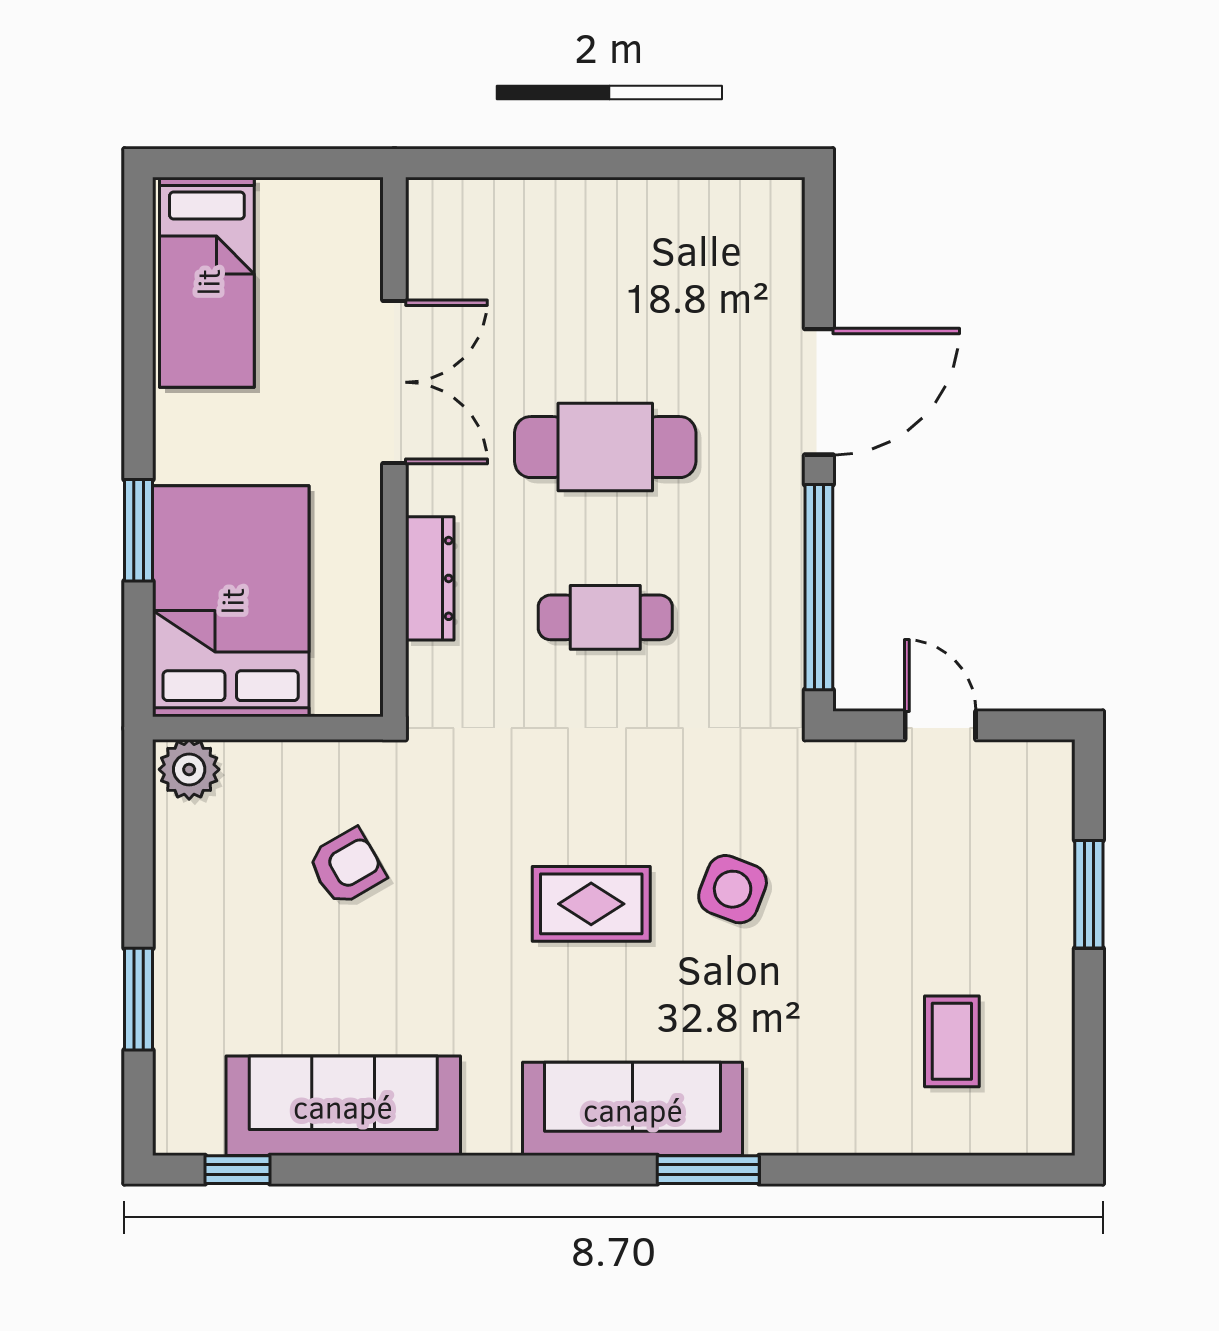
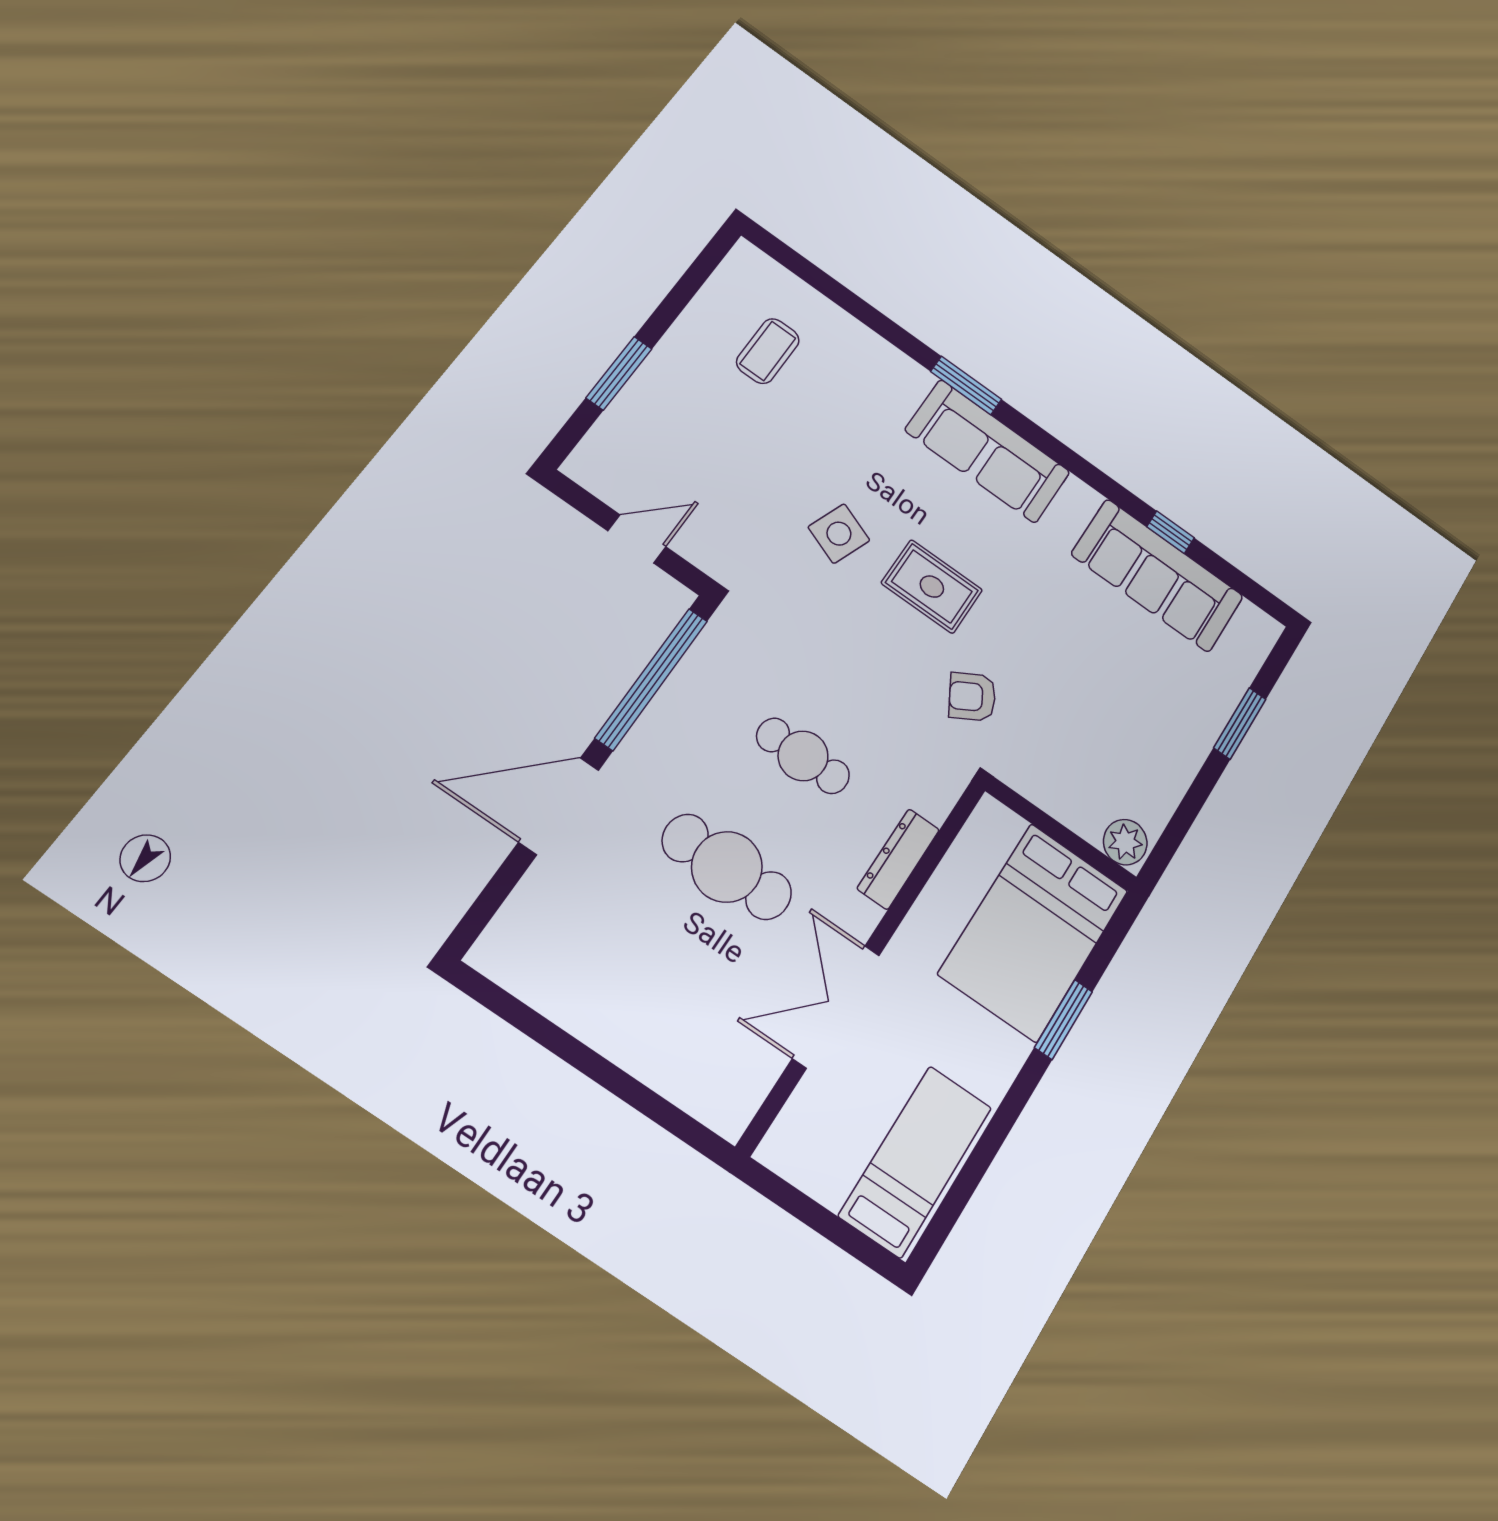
door: (940, 725) -> (637, 539), swing flipped
armchair: (347, 867) -> (972, 697), moved
window: (238, 1170) -> (1170, 532), moved

